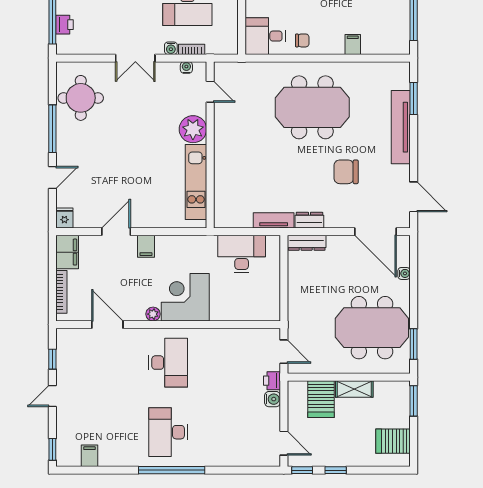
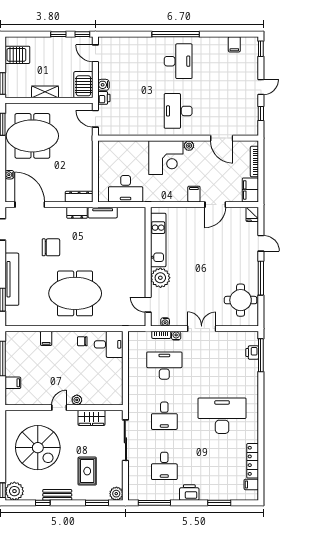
door: (52, 177) -> (261, 243), swing flipped
server rack: (321, 399) -> (83, 85), moved

